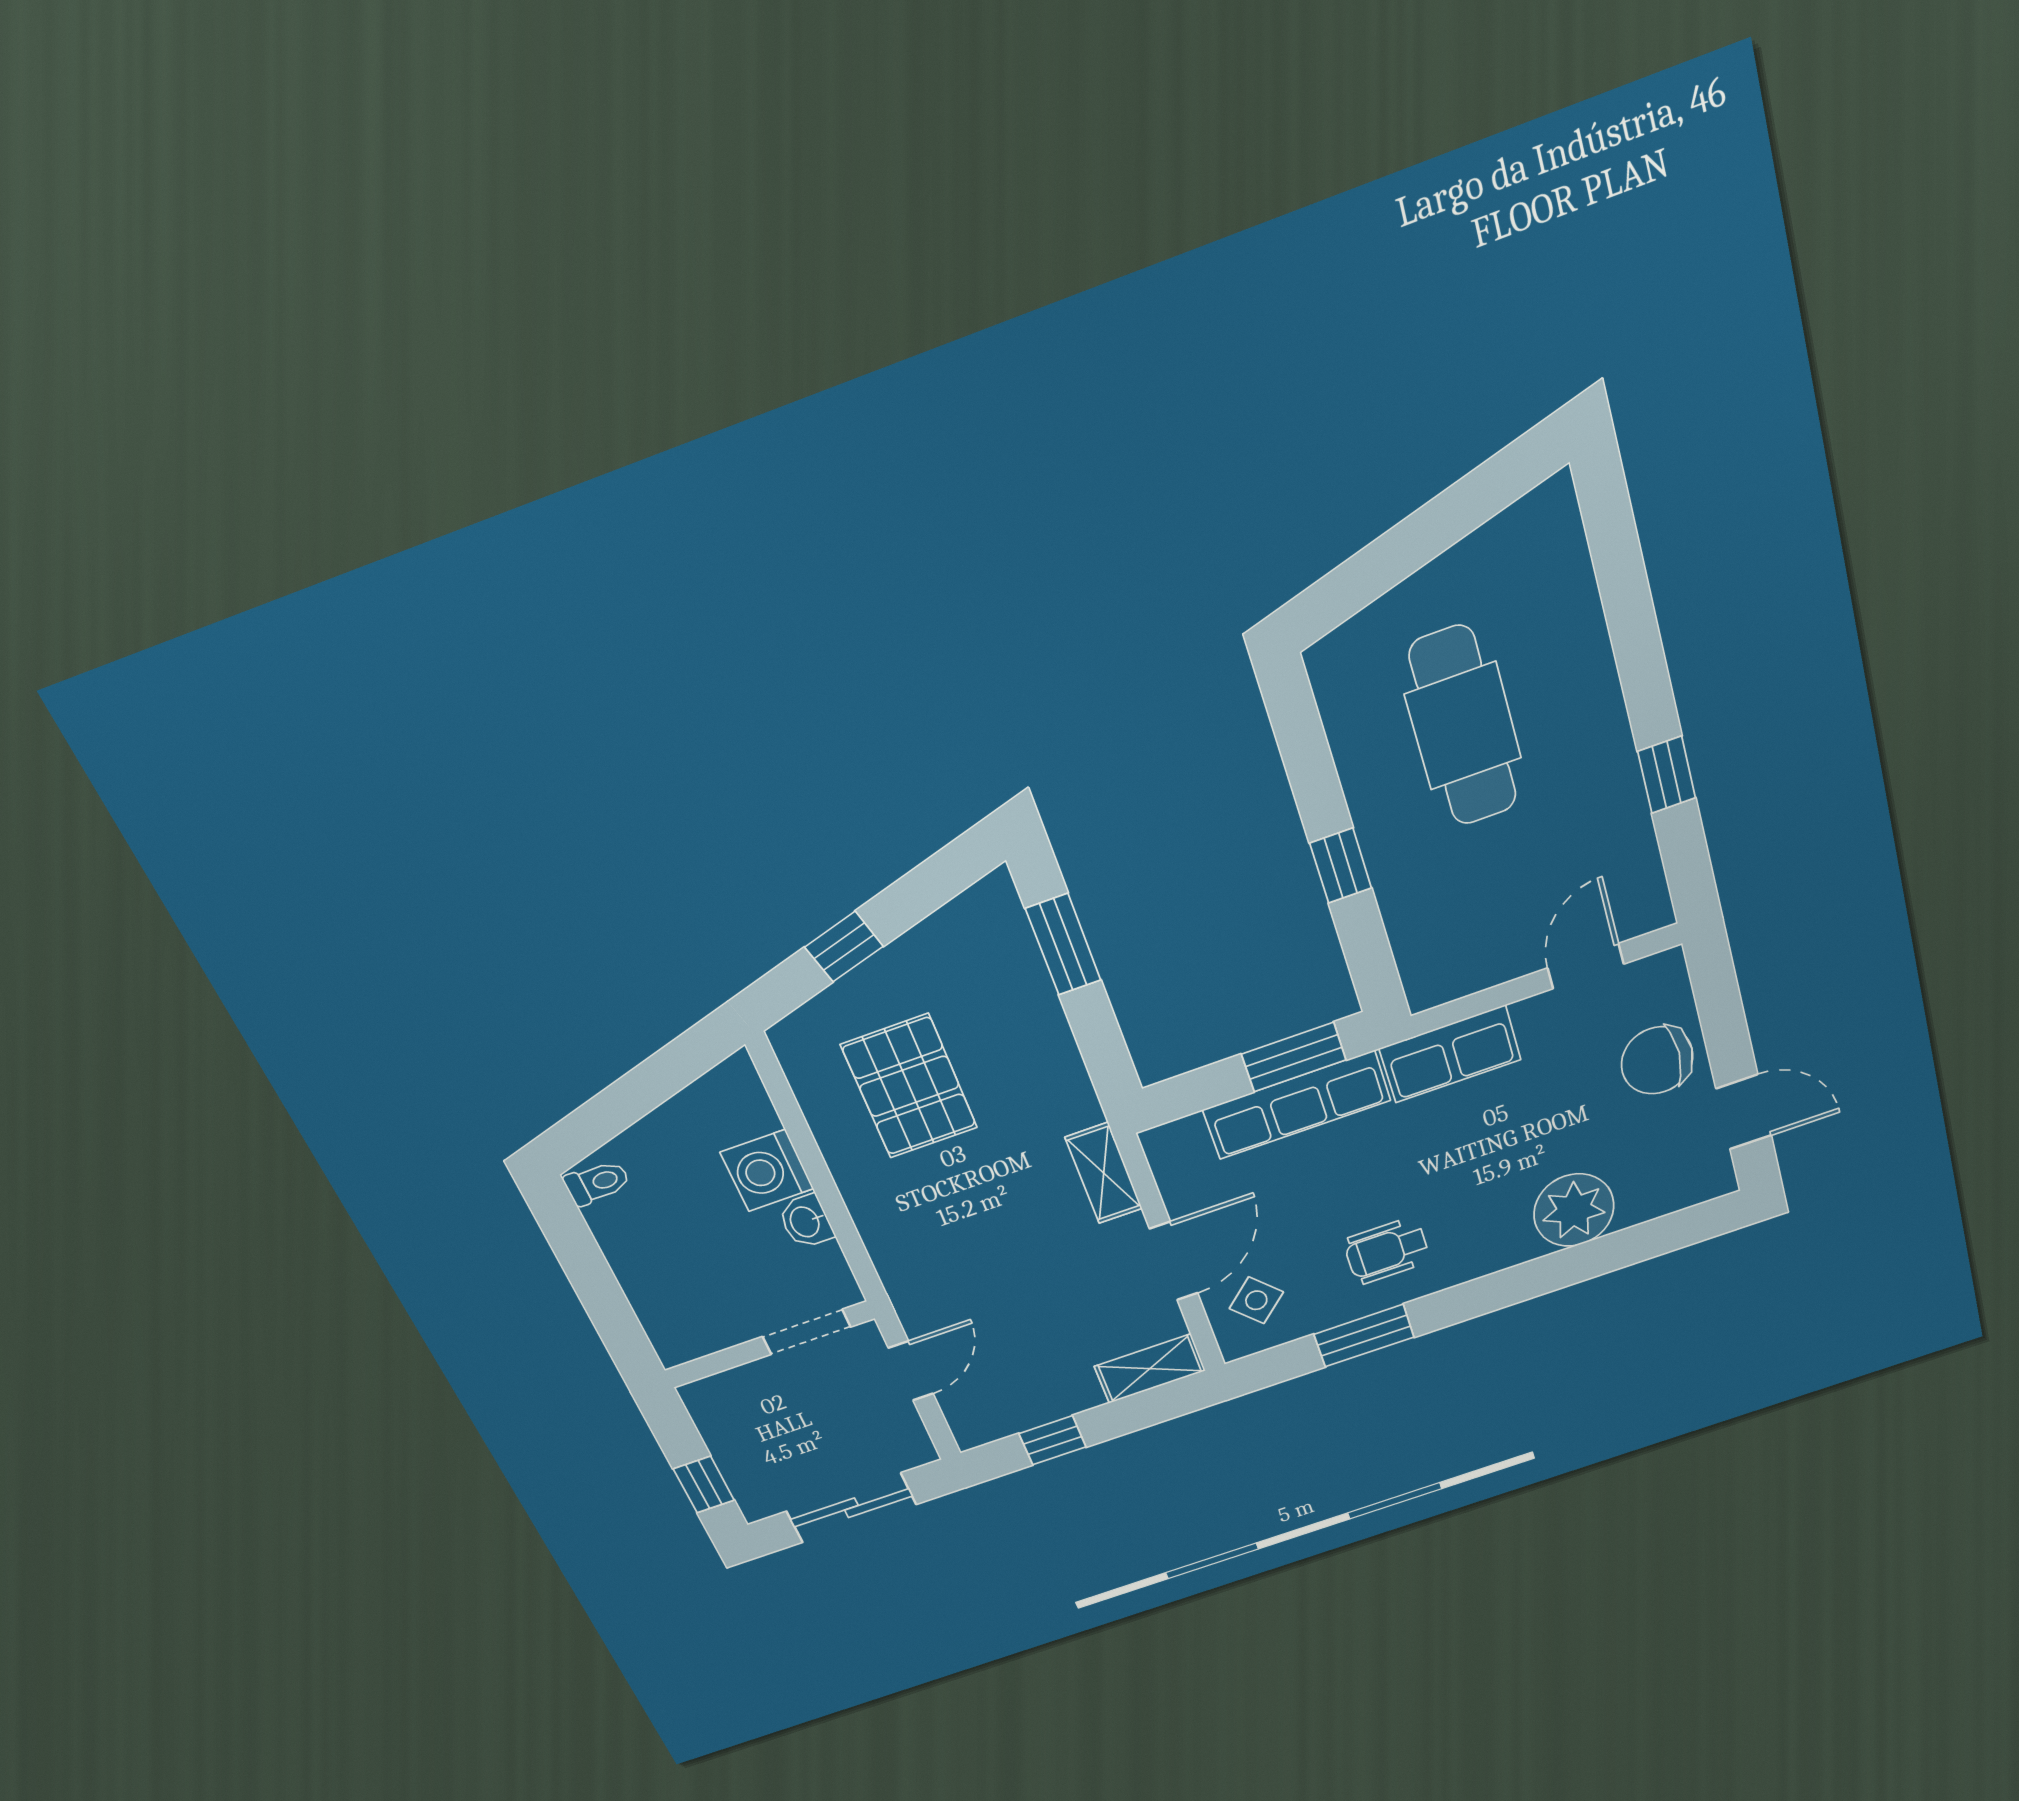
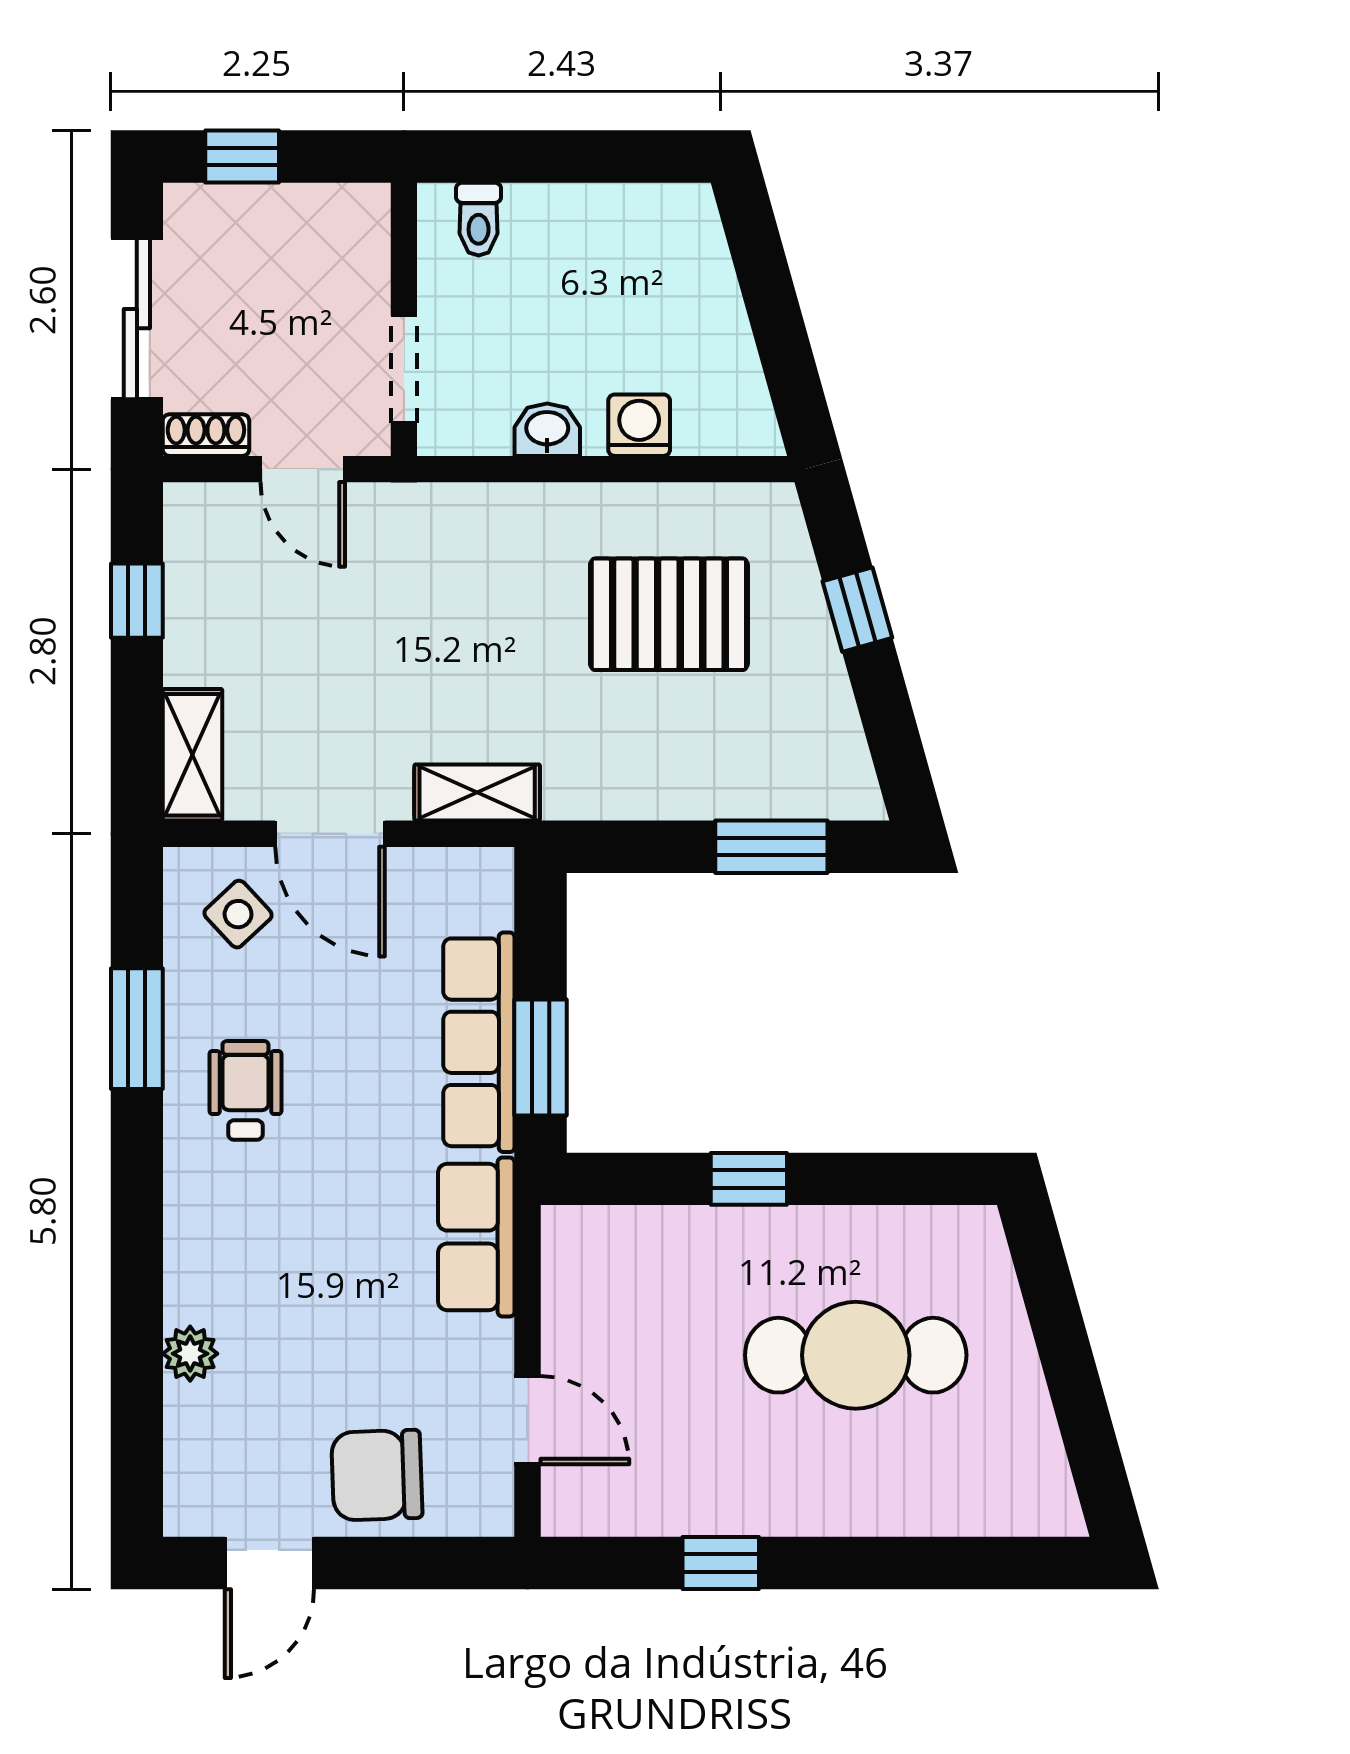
chair: (1657, 1060) -> (377, 1475), turned -92
washing machine: (767, 1171) -> (639, 425), width x0.73, depth x0.73
toilet: (597, 1183) -> (479, 219), moved
plant: (1574, 1210) -> (190, 1354), width x0.53, depth x0.53
shoe rack: (914, 1439) -> (206, 435), added

